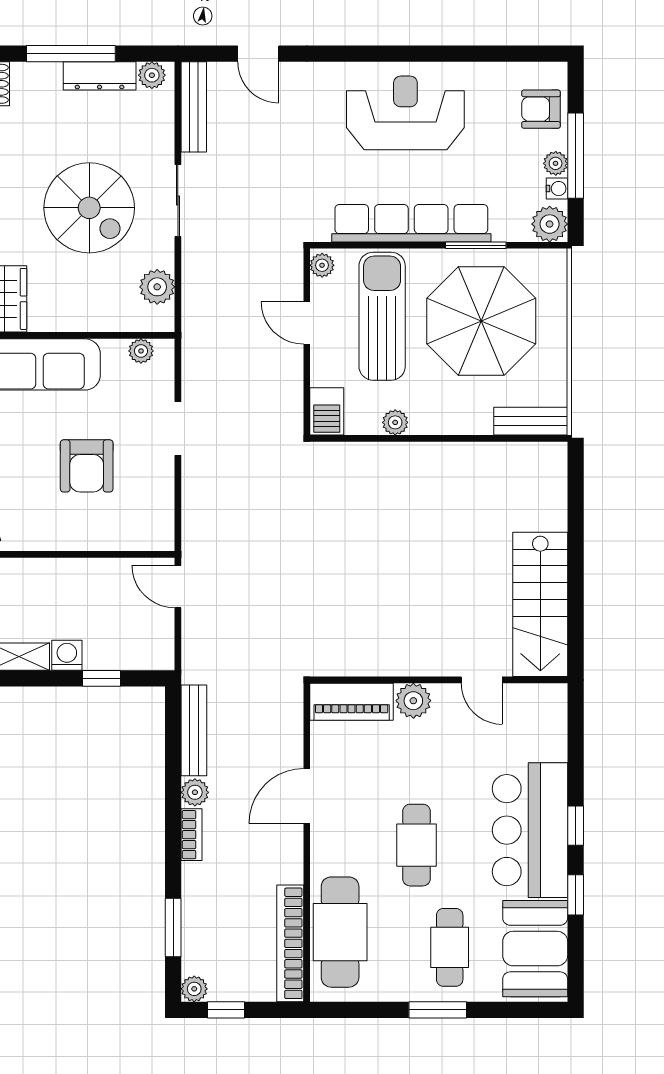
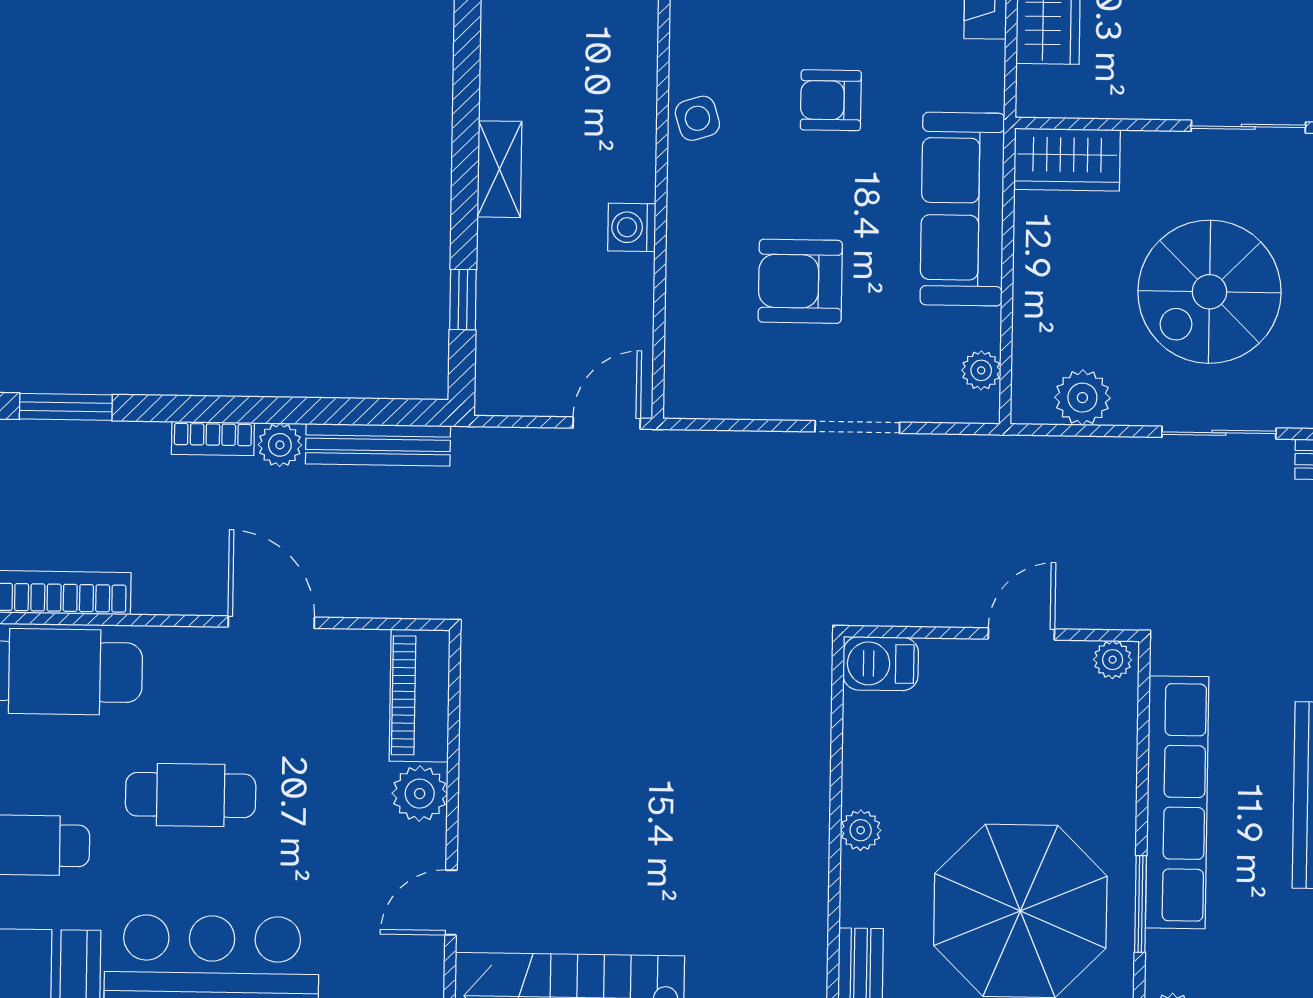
sun lounger: (382, 316) -> (1030, 754), removed
plant: (395, 422) -> (861, 830), moved
washing machine: (67, 655) -> (632, 227), moved, turned 180

